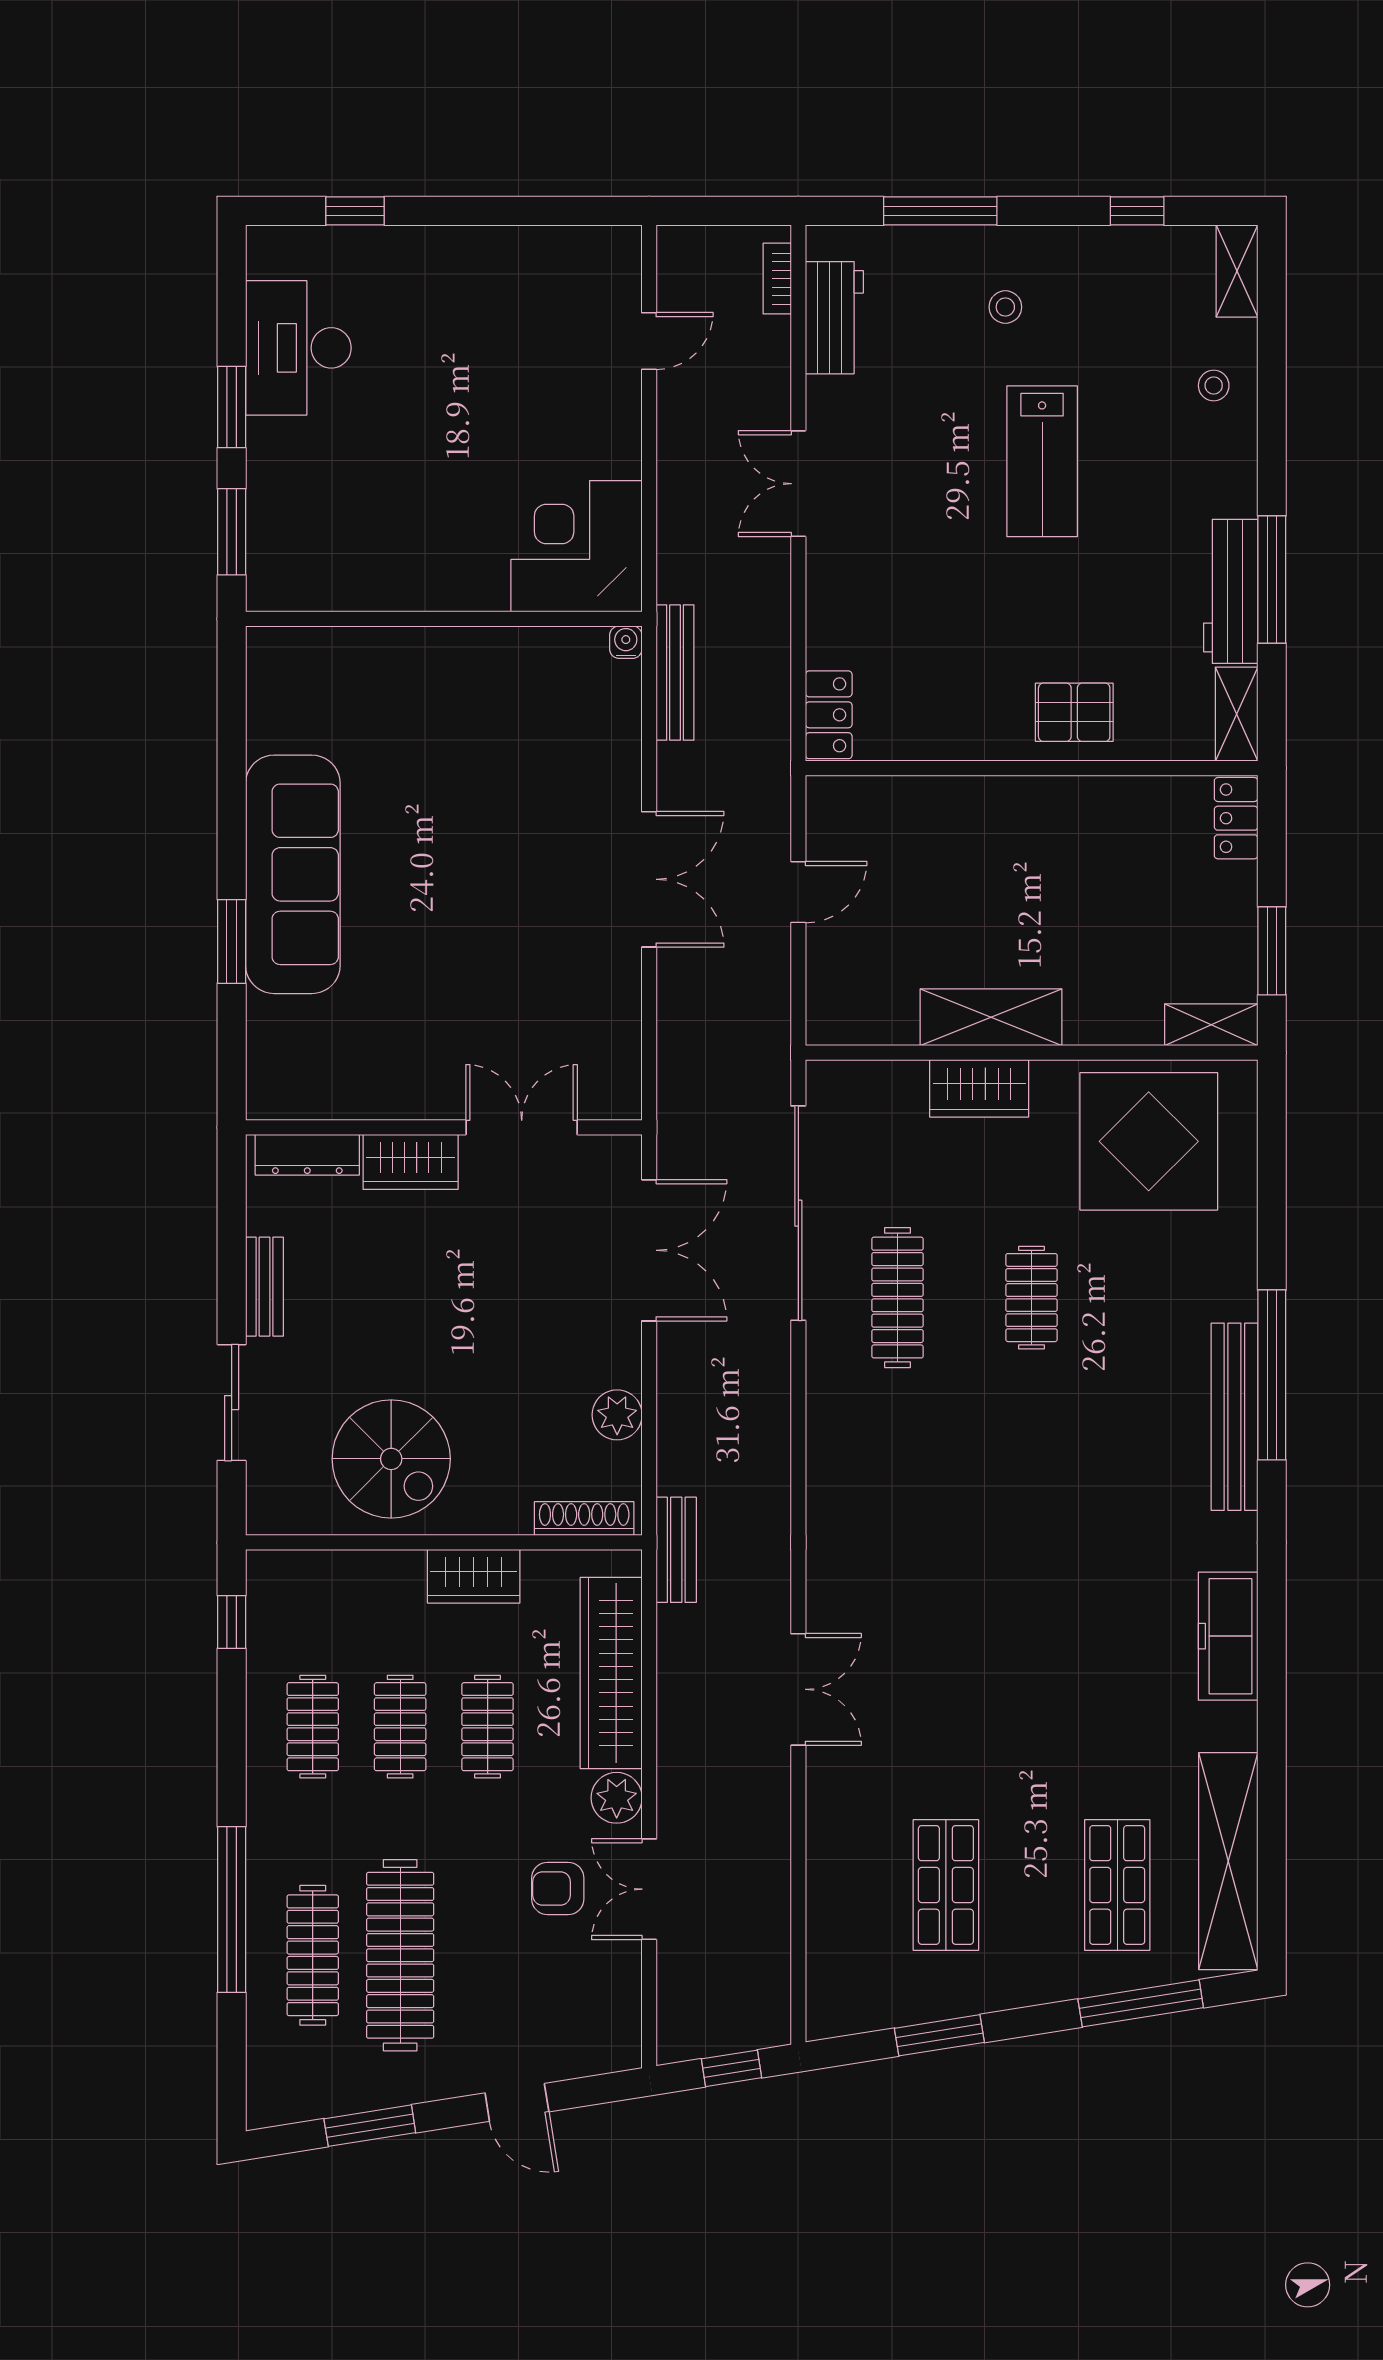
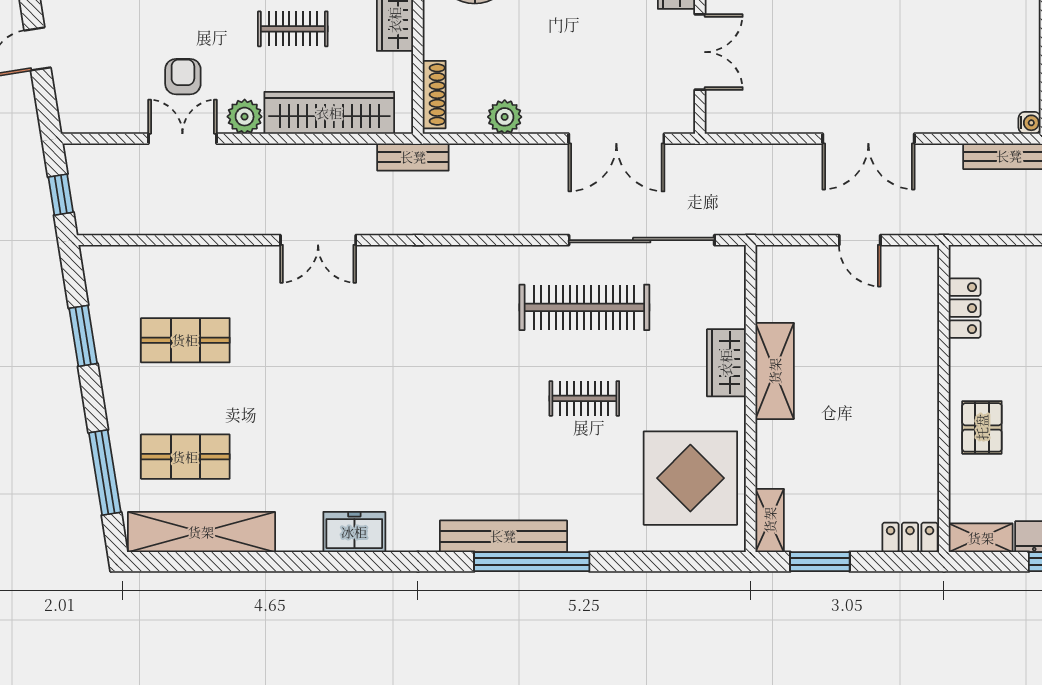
locker: (829, 715) -> (965, 308), moved, turned -90
clothes rail: (897, 1298) -> (584, 307), width x1.37, depth x1.31
freezer: (1228, 1636) -> (354, 532), width x0.71

